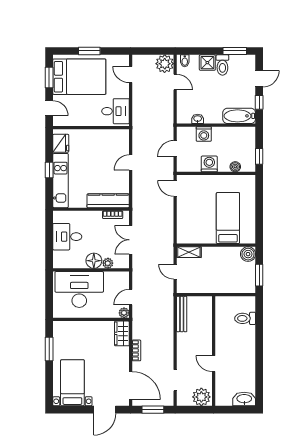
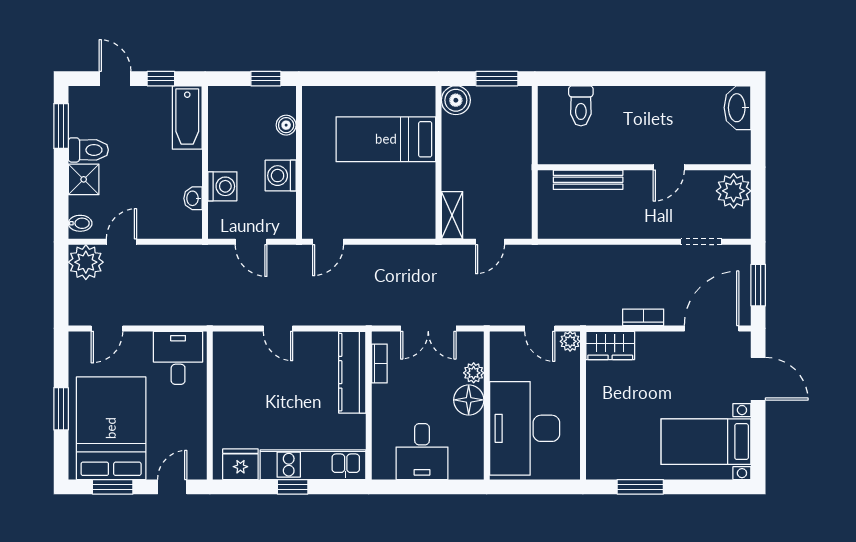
bench: (182, 314) -> (588, 180), moved

